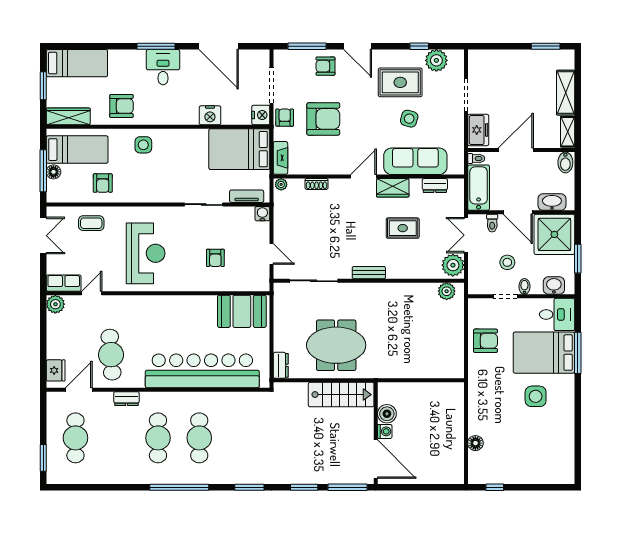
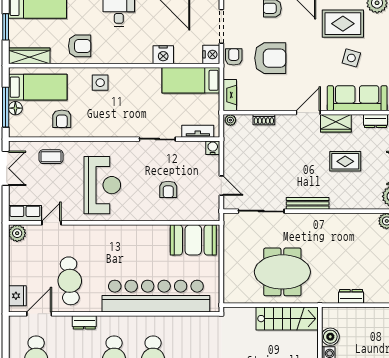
bed: (239, 149) -> (191, 80), width x0.67
bench: (369, 273) -> (308, 203), width x1.36
dresser: (281, 365) -> (351, 296), moved, turned -90

